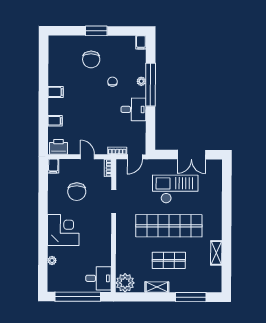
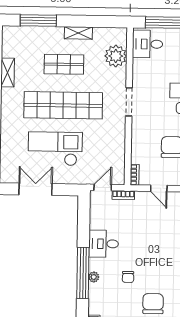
checkout: (175, 189) -> (55, 149), turned 180
doorway: (114, 202) -> (129, 102), moved
plant: (125, 283) -> (116, 56), moved

